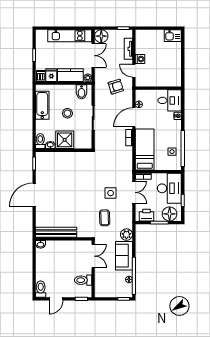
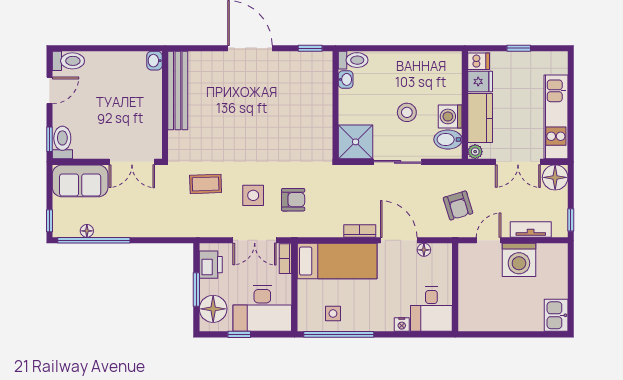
washing machine: (140, 59) -> (519, 260), width x1.89, depth x1.89
washing machine: (70, 91) -> (450, 116), added
bathtub: (42, 105) -> (422, 64), removed
shower: (65, 140) -> (356, 142), moved
armchair: (113, 172) -> (293, 200), added
plant: (126, 235) -> (173, 226), removed
sofa: (124, 256) -> (80, 181), moved, turned 180
toilet: (83, 280) -> (62, 143), moved
door: (56, 299) -> (49, 90), swing flipped

